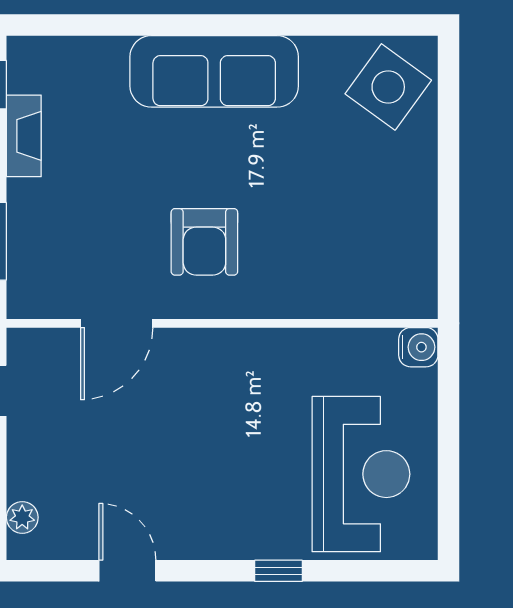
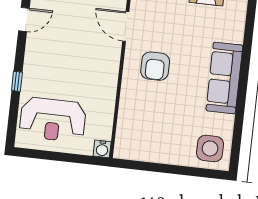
side table: (388, 87) -> (210, 148), turned -36
armchair: (204, 242) -> (155, 66), turned -90

